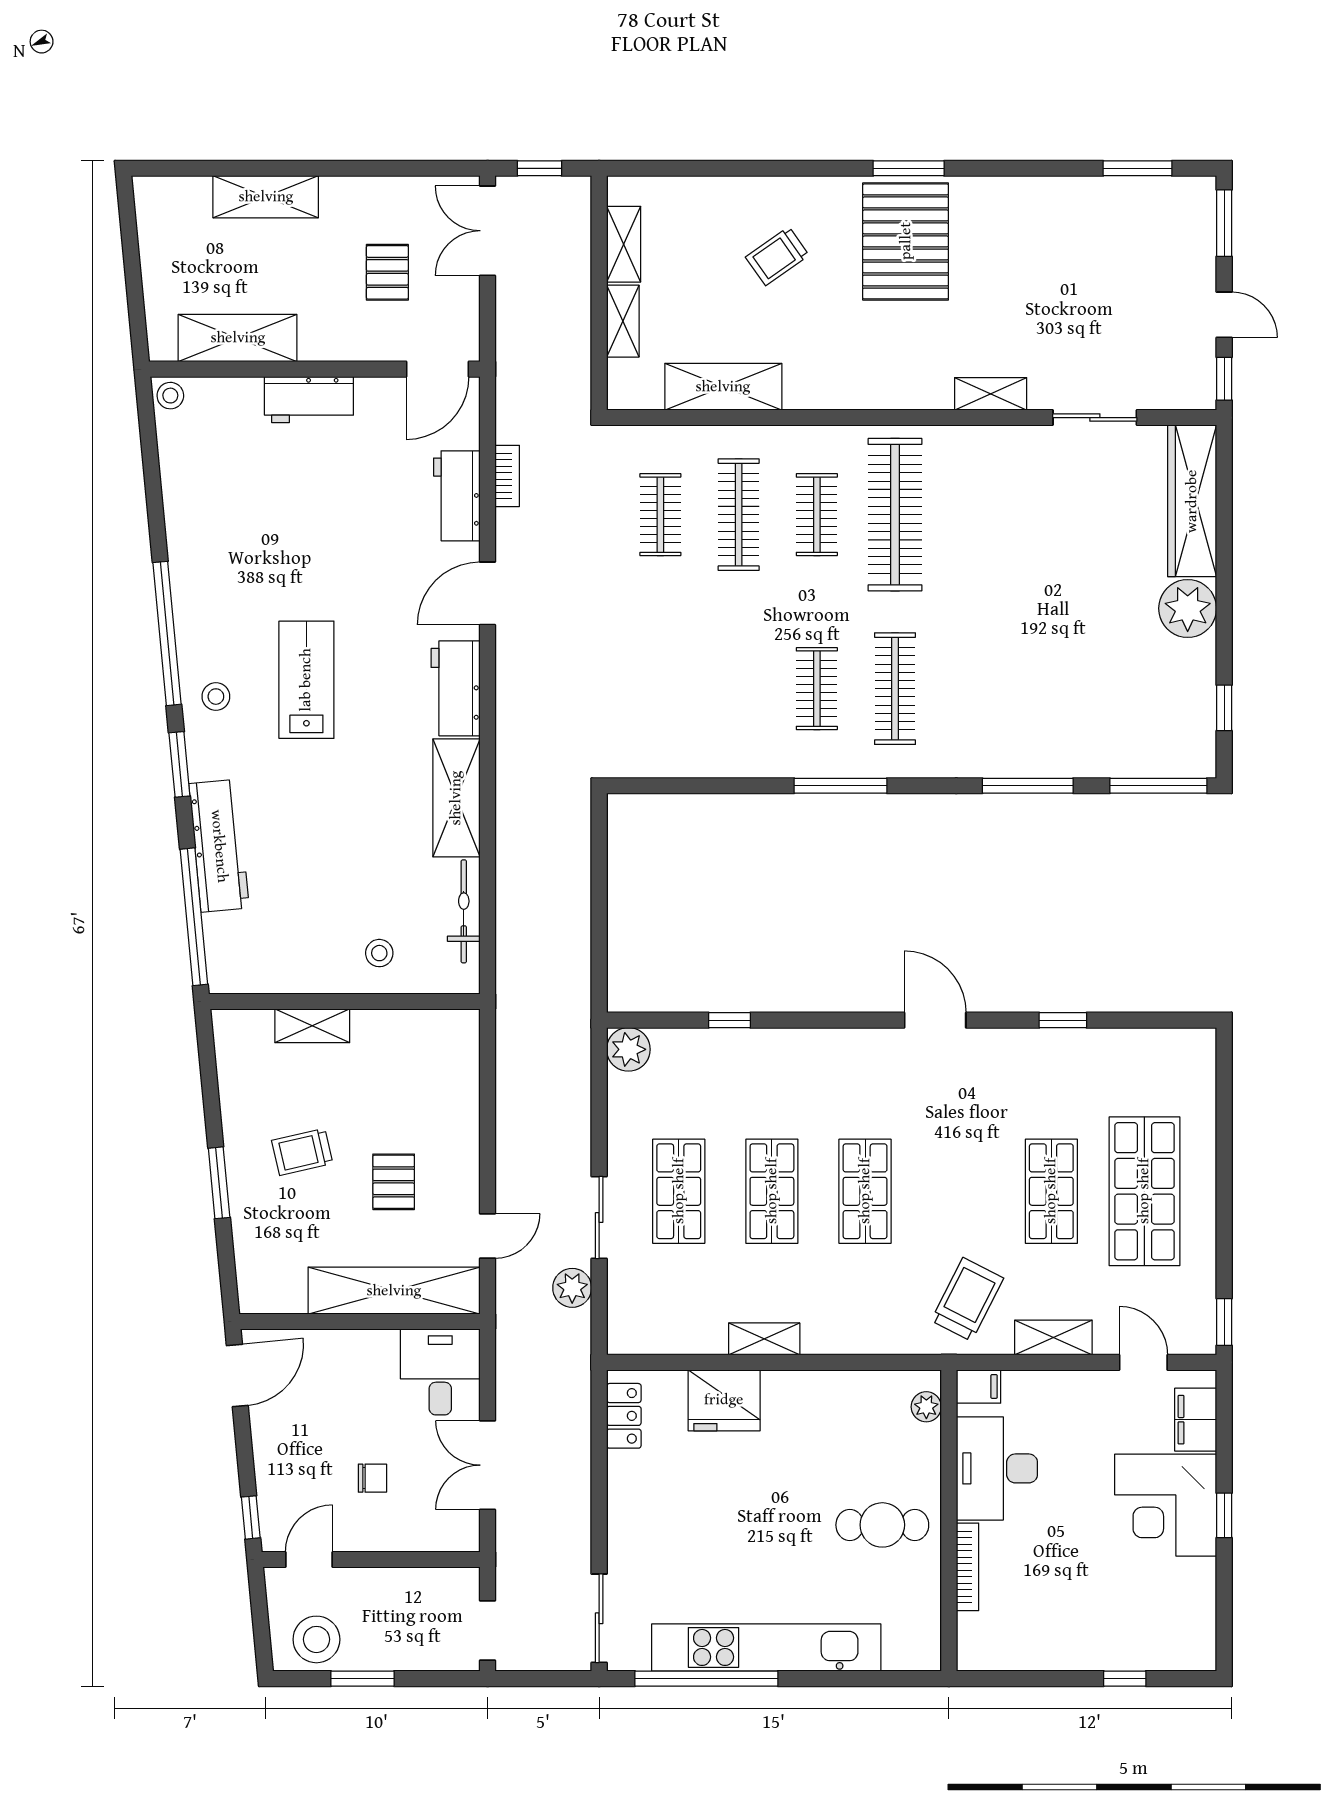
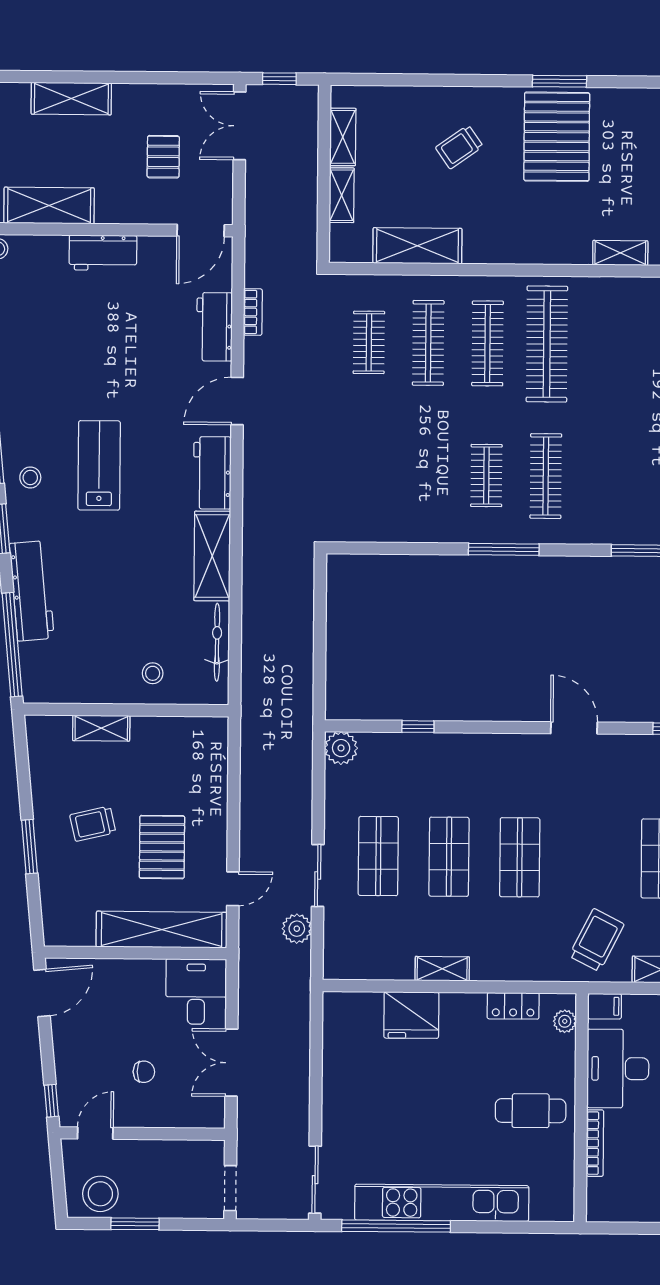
clothes rail: (817, 515) -> (488, 343), width x1.36
pallet: (394, 1182) -> (162, 847), width x1.50, depth x1.42
locker: (624, 1416) -> (513, 1006), moved, turned 90

